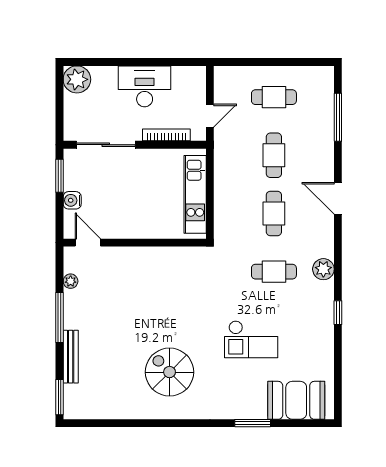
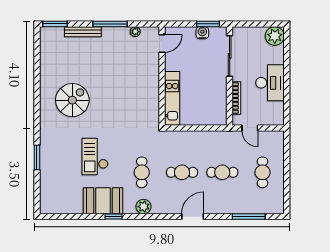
kitchen unit: (195, 194) -> (172, 98), moved, turned 90
water cooler: (72, 200) -> (202, 33), moved
booth: (296, 400) -> (103, 201), moved, turned 90

